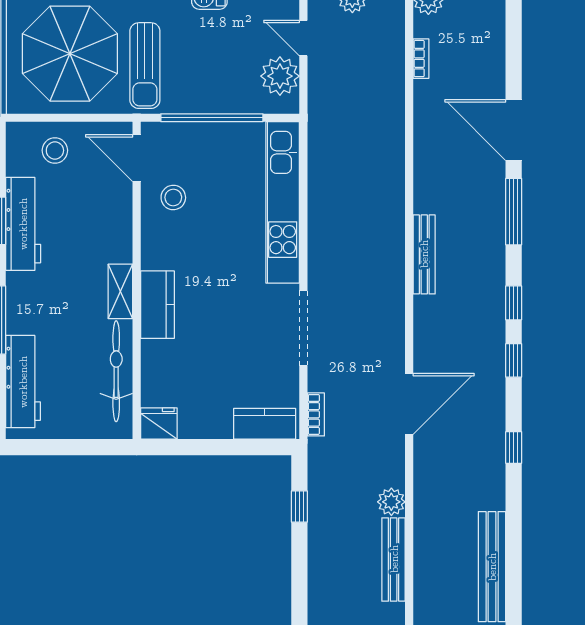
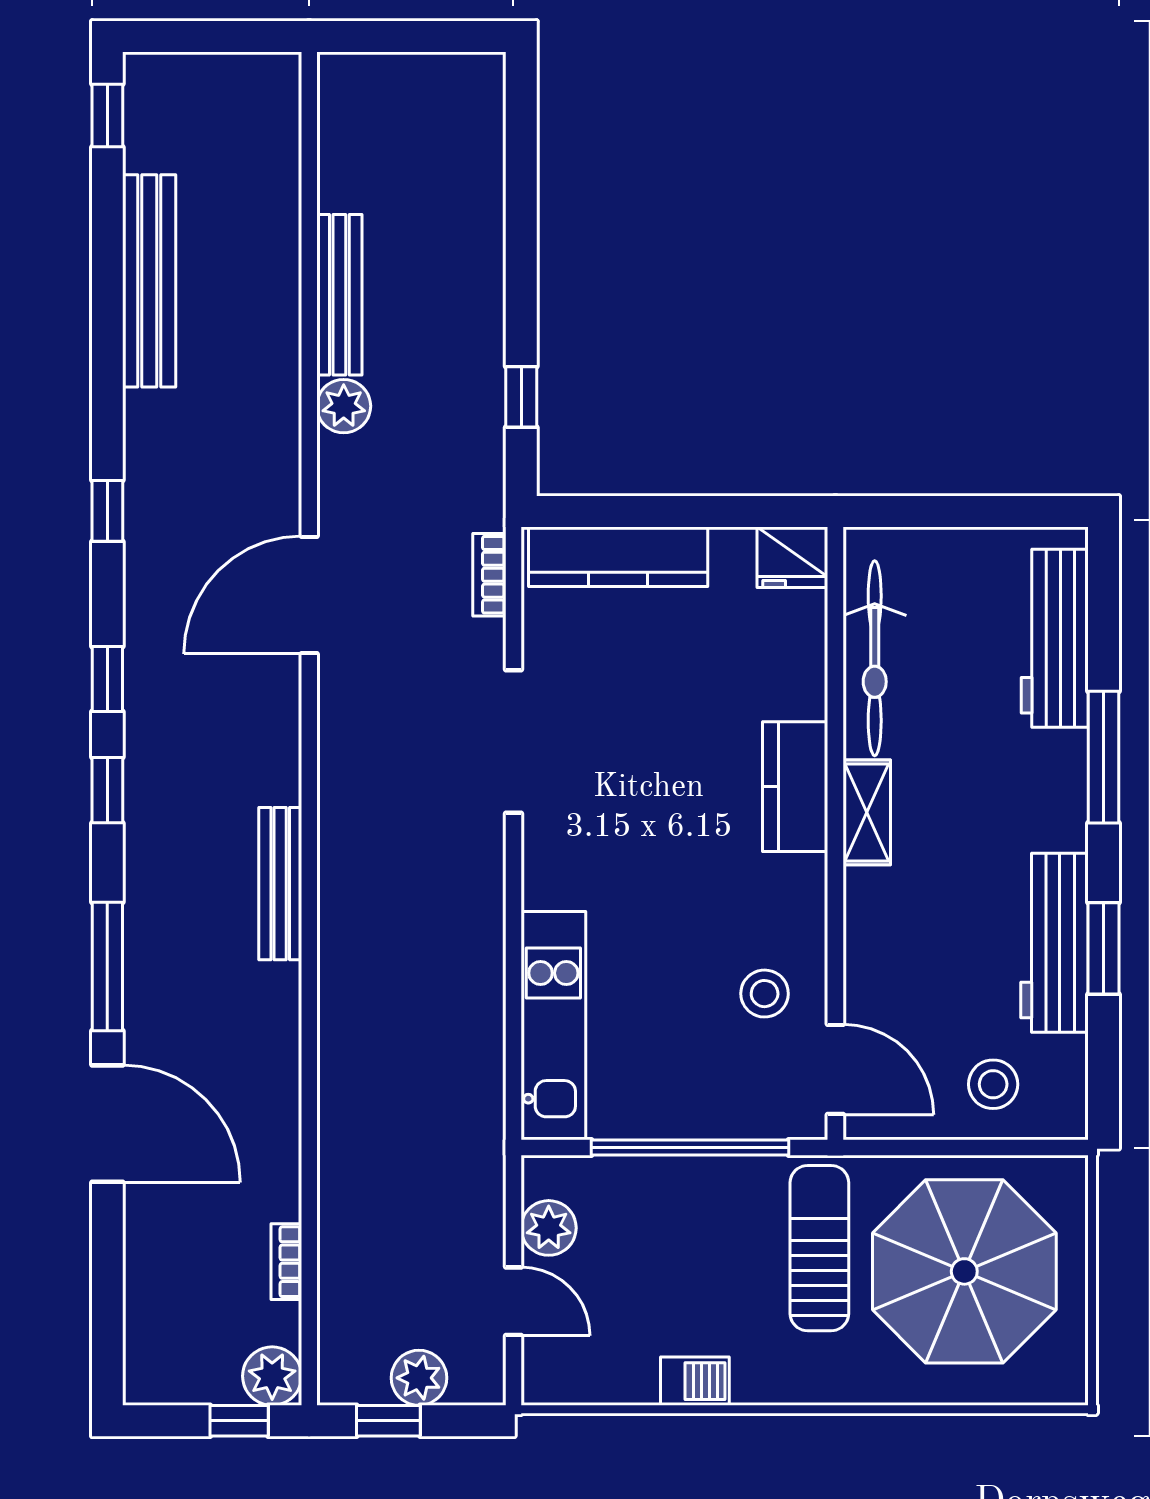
plant: (280, 76) -> (549, 1228), width x0.73, depth x0.73
kitchen unit: (283, 202) -> (553, 1026), width x0.73
kitchen counter: (265, 424) -> (618, 557), width x1.50

